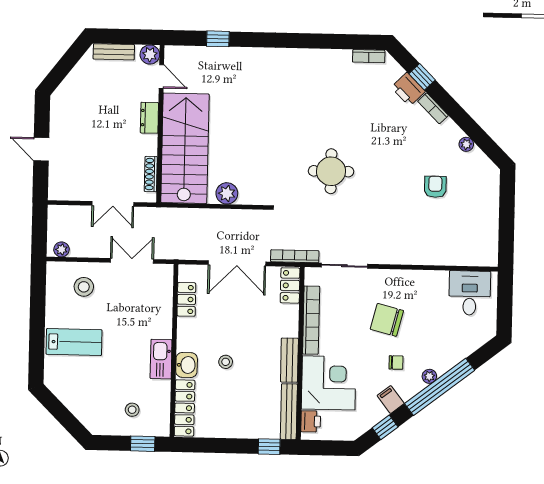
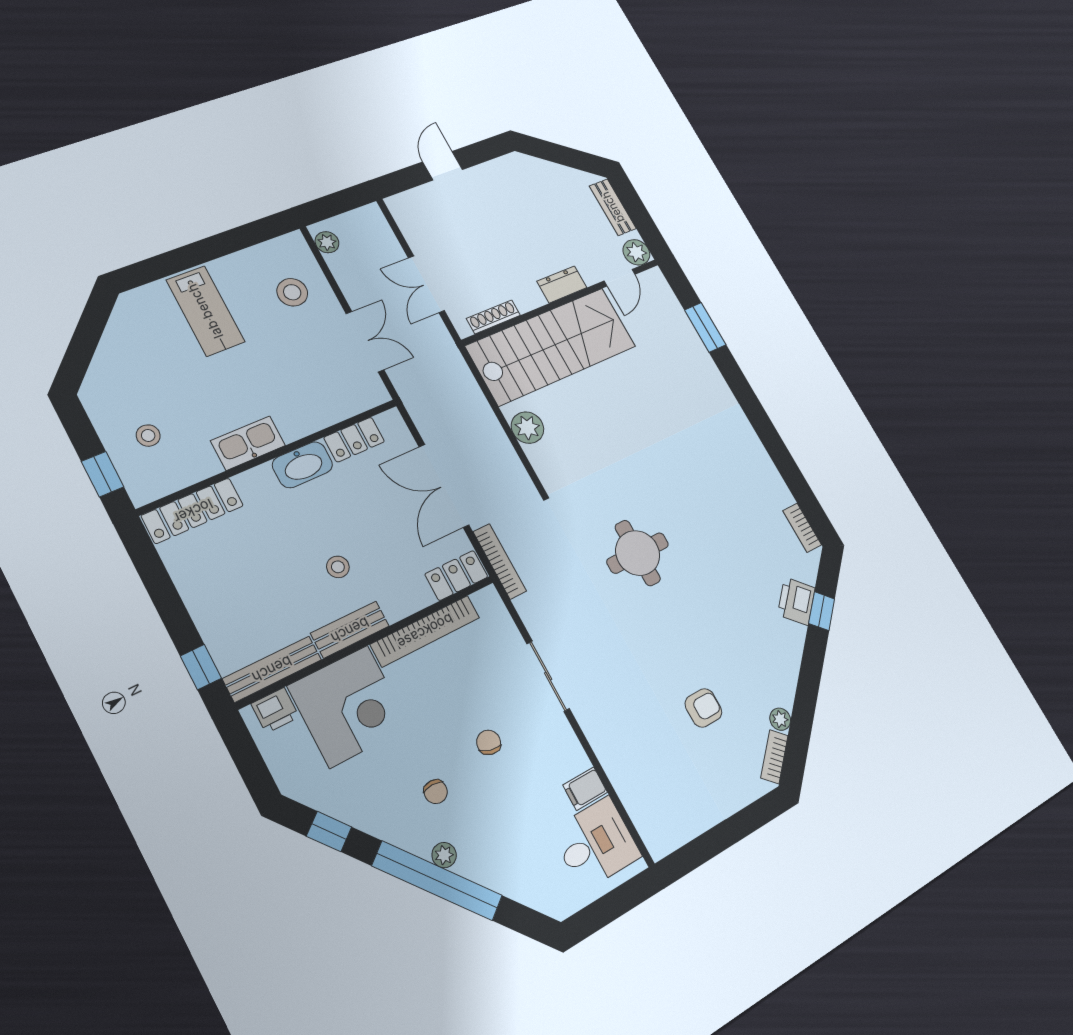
window: (218, 39) -> (705, 327), width x1.50
bookcase: (433, 108) -> (774, 757), moved
sliding door: (344, 266) -> (548, 676), moved
chair: (387, 320) -> (489, 742), width x0.54, depth x0.54
stool: (226, 362) -> (338, 567), moved
washbasin: (187, 365) -> (302, 465), moved, width x1.38
filing cabinet: (391, 400) -> (585, 789), moved, turned -142

